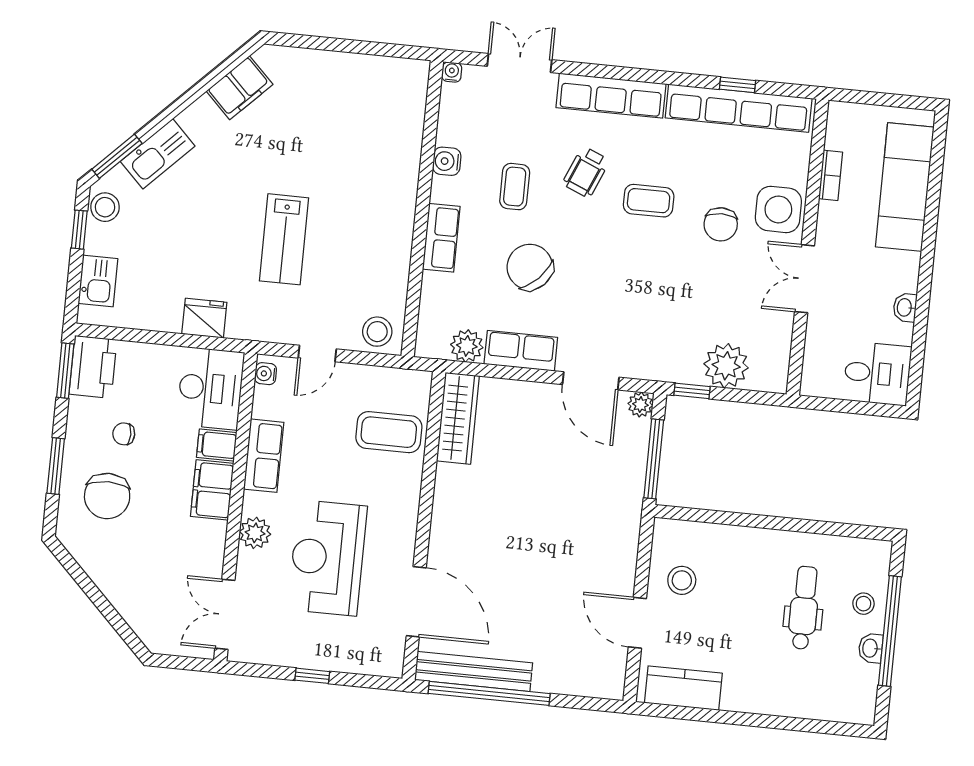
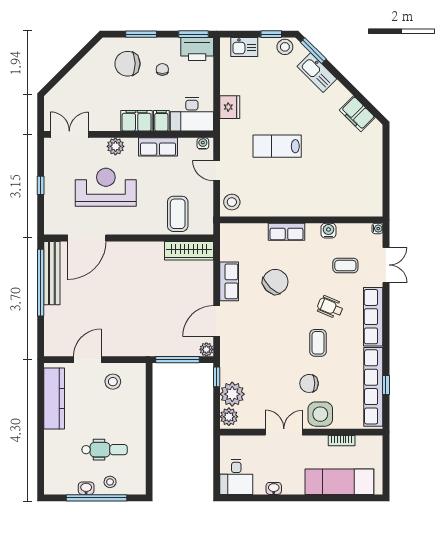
coffee table: (515, 187) -> (345, 266), moved
plant: (467, 346) -> (229, 417), moved
kitchen counter: (683, 688) -> (54, 399), width x1.50

